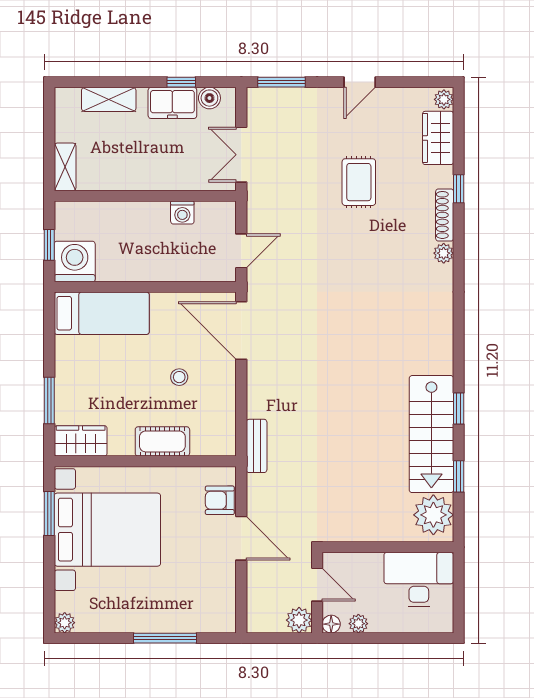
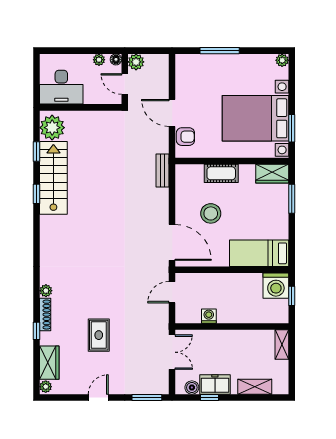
stool: (179, 377) -> (211, 213), width x1.89, depth x1.89

